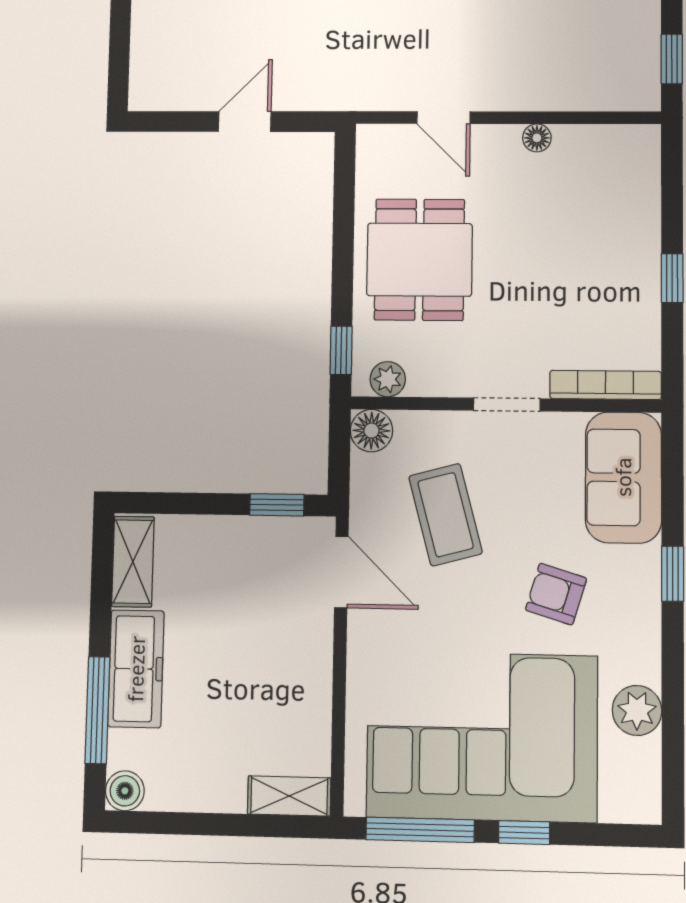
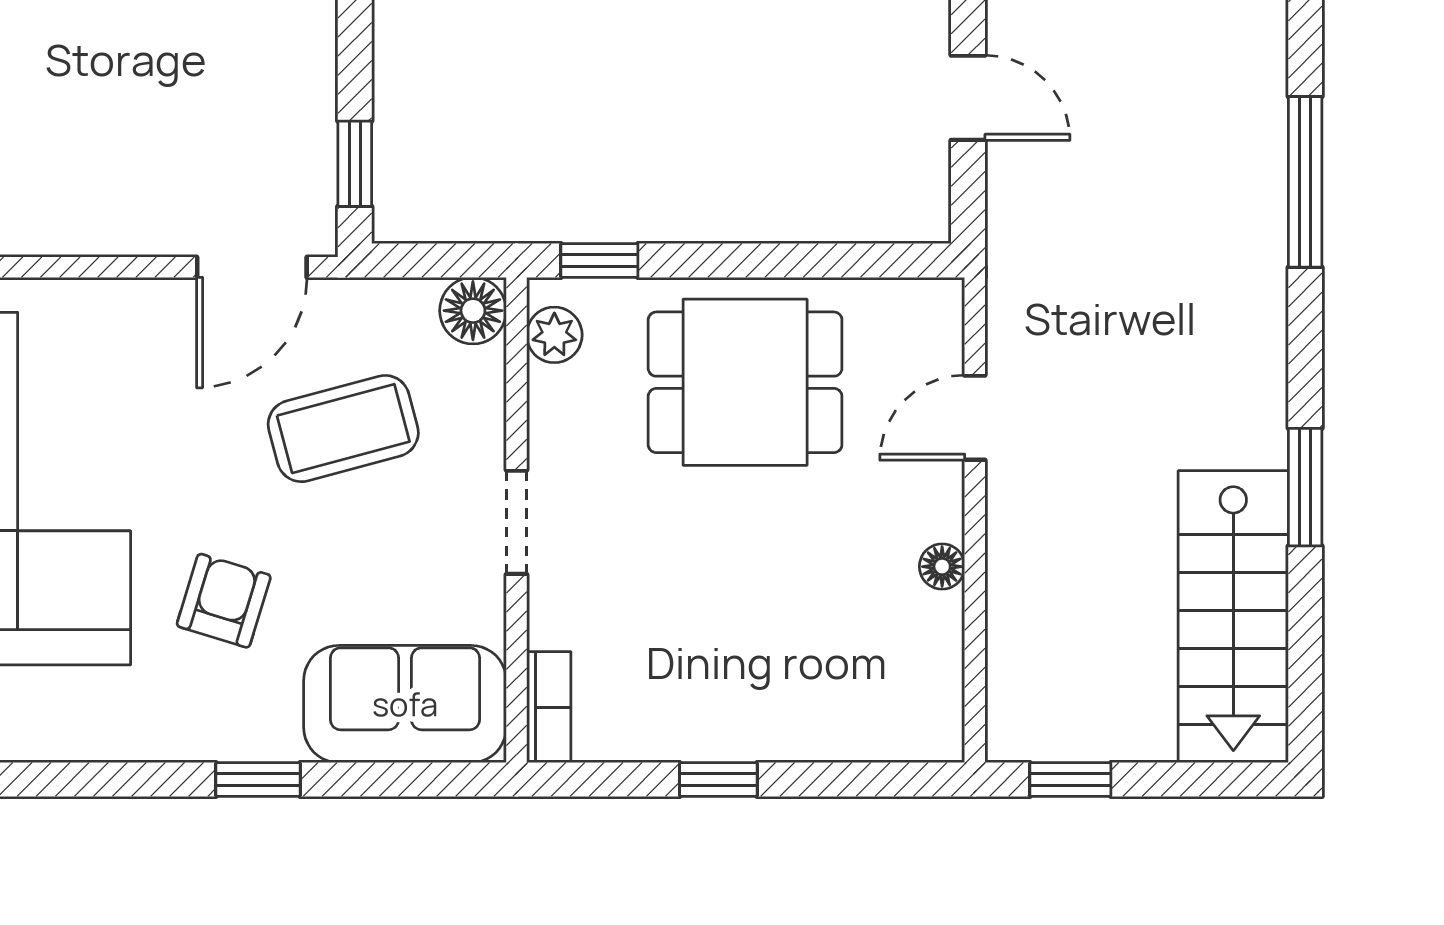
bookcase: (606, 385) -> (549, 707), width x0.64
plant: (637, 710) -> (50, 725), removed

